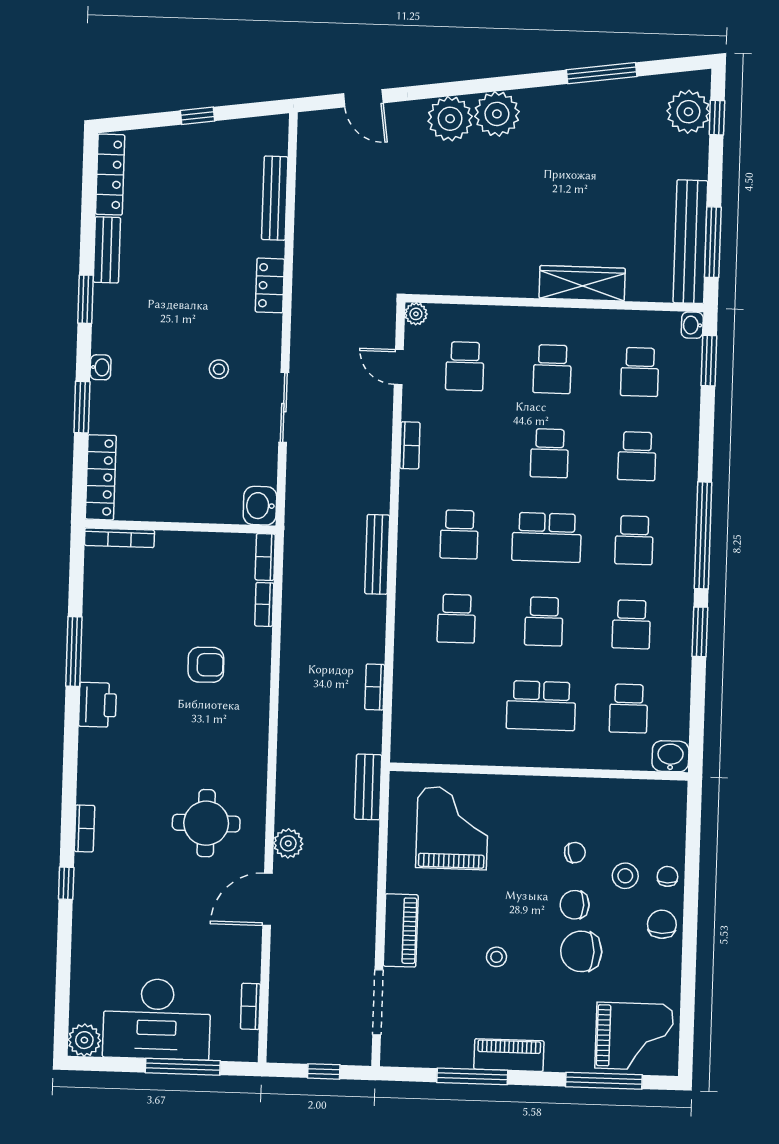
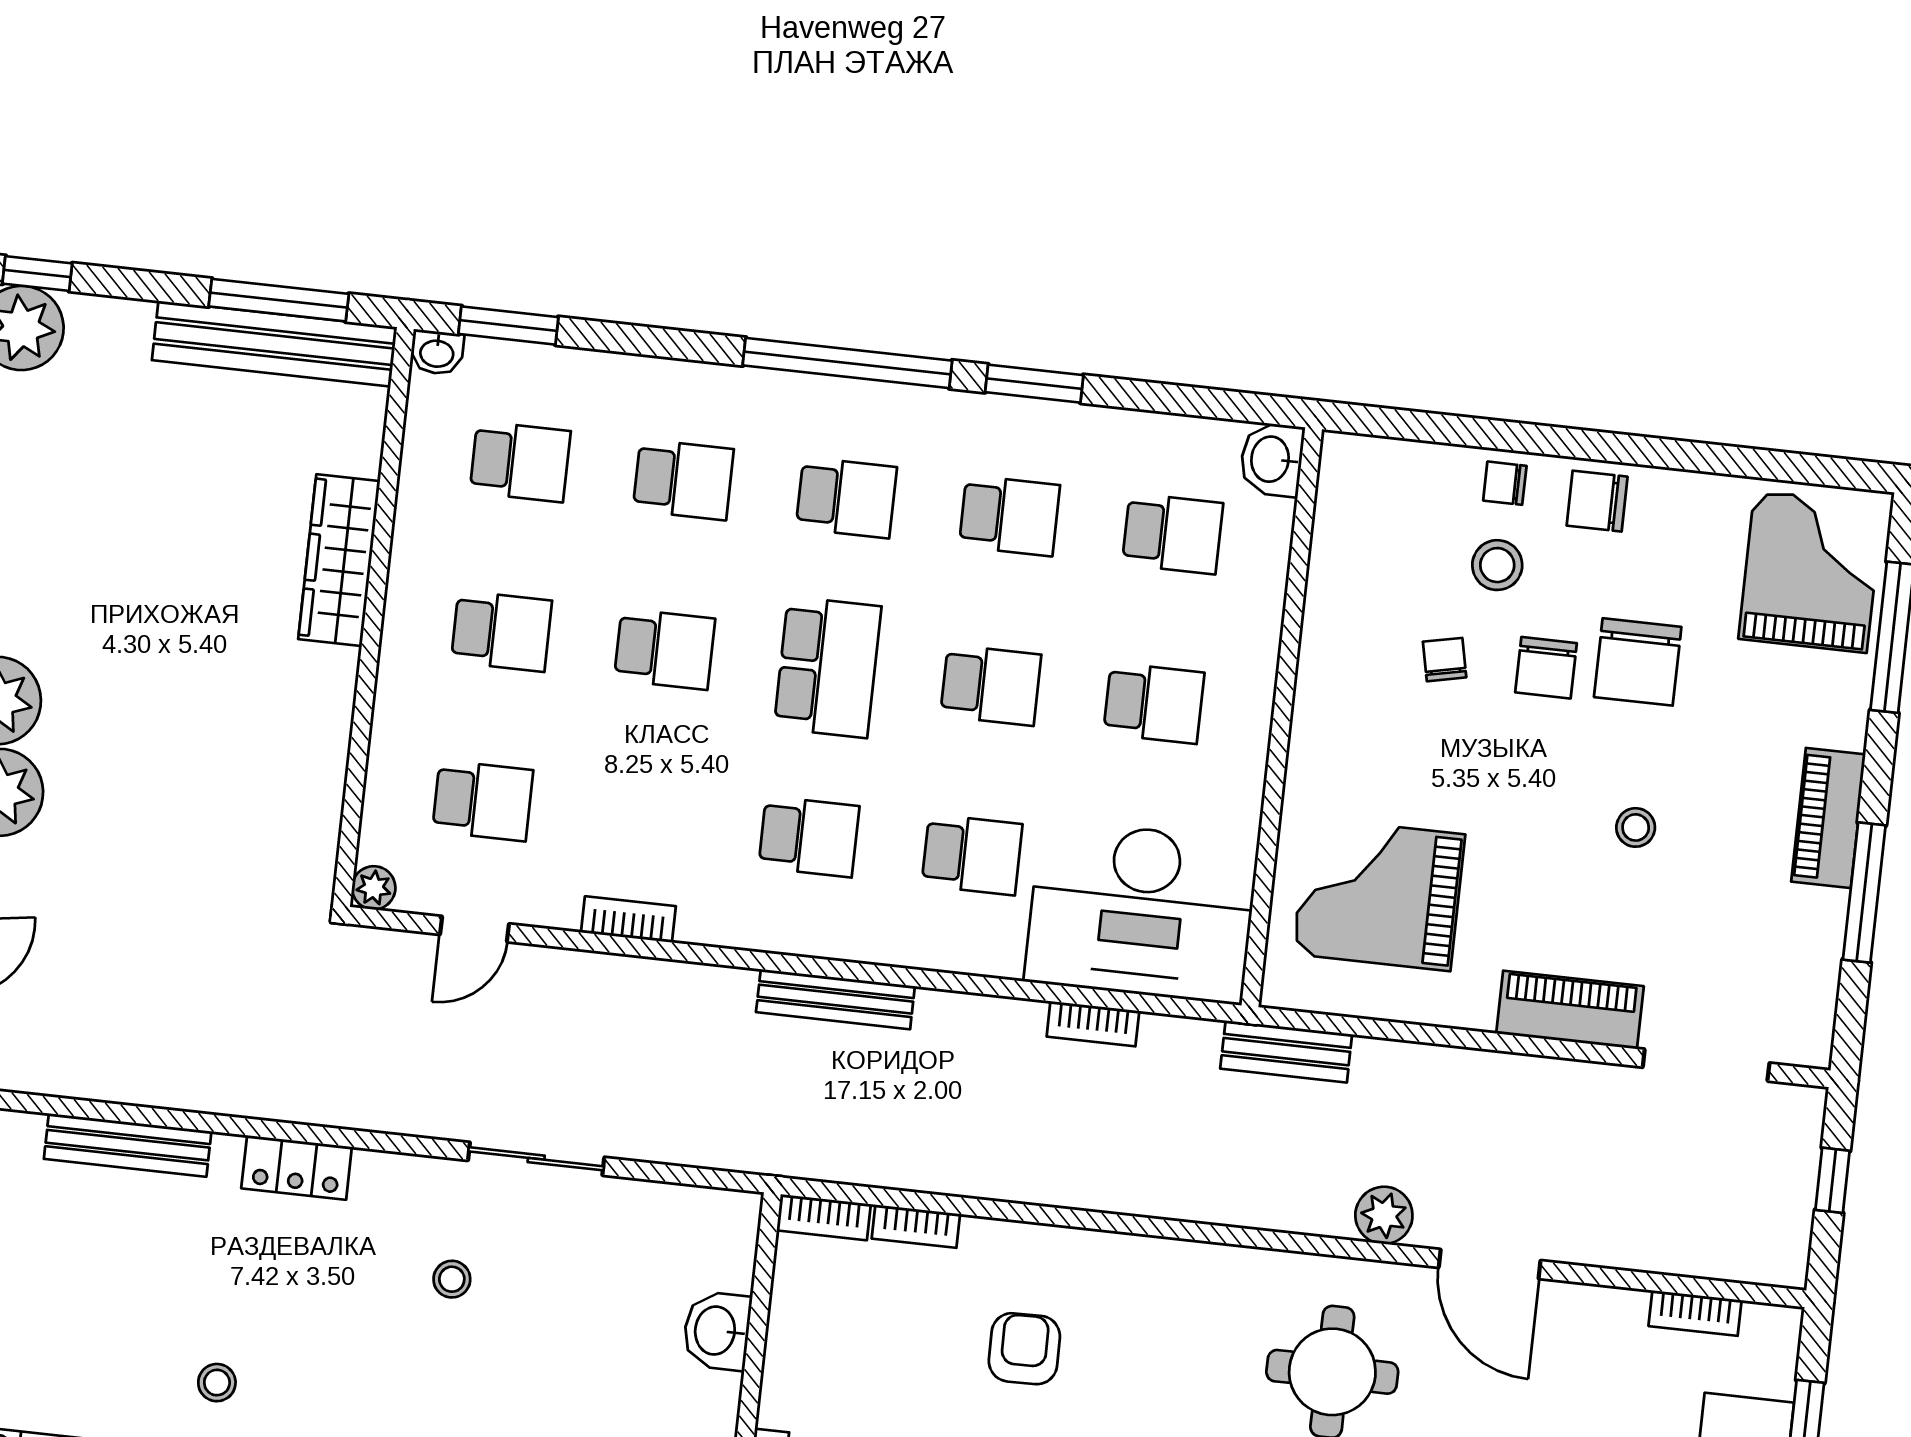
stool: (157, 253) -> (217, 1383), added
washbasin: (260, 506) -> (717, 1331), moved, turned 90
school desk: (541, 706) -> (1154, 703), width x0.54
desk: (434, 707) -> (1141, 912), added

